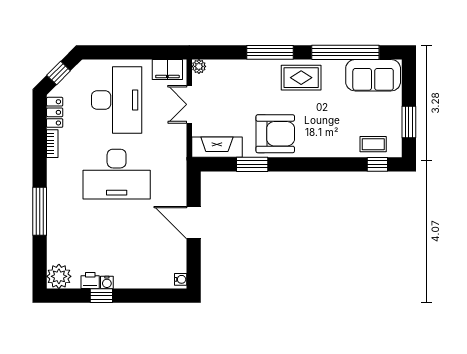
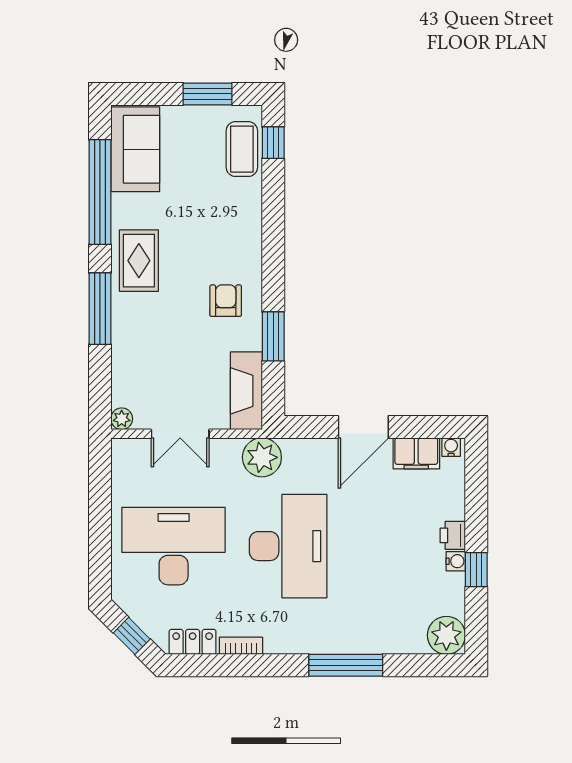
filing cabinet: (167, 69) -> (416, 453), moved, turned 90
armchair: (275, 134) -> (226, 301), width x0.53, depth x0.53
coffee table: (373, 144) -> (242, 149), width x1.36, depth x1.30
plant: (174, 157) -> (262, 457), added
printer: (90, 280) -> (453, 535), moved

